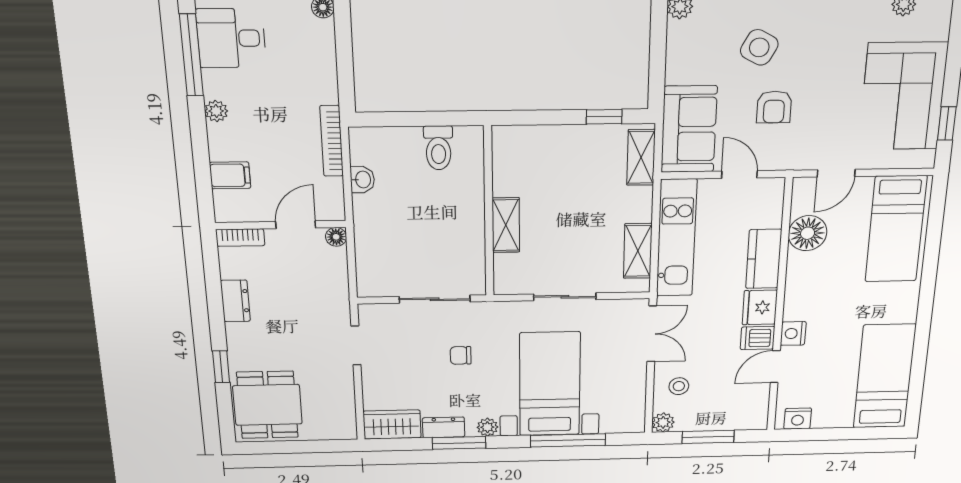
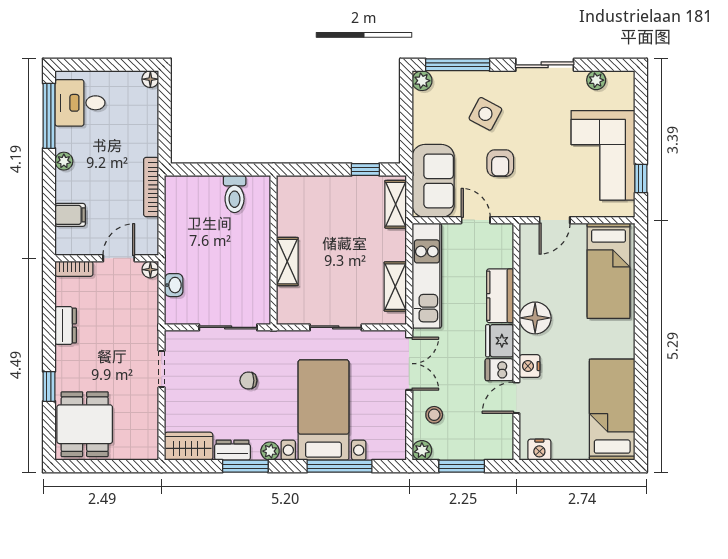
washbasin: (362, 180) -> (174, 285), moved
floor lamp: (808, 233) -> (535, 318), moved

